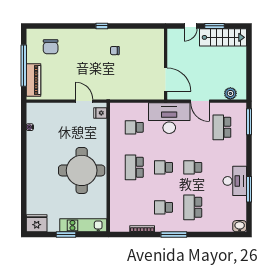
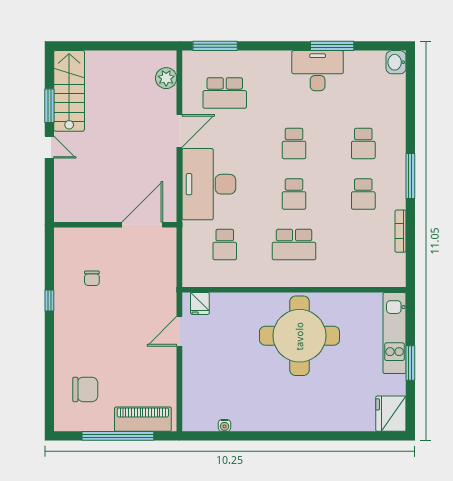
wall: (166, 64) -> (115, 225), moved
door: (166, 80) -> (142, 225), moved
school desk: (193, 207) -> (363, 143), width x0.54

